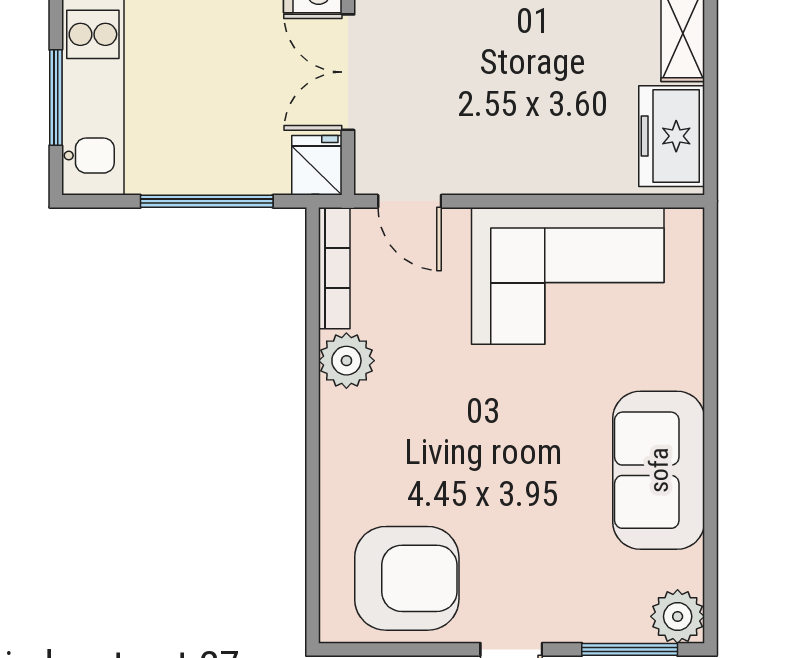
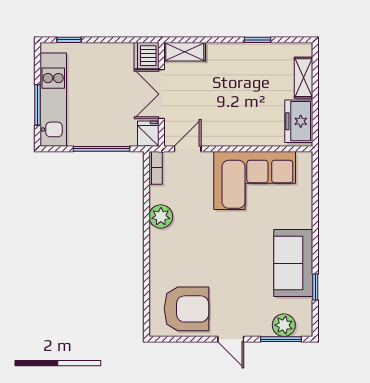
door: (410, 201) -> (188, 149), swing flipped
bookcase: (334, 268) -> (156, 168), width x0.64
window: (710, 527) -> (315, 287), added
plant: (678, 616) -> (284, 325), moved

